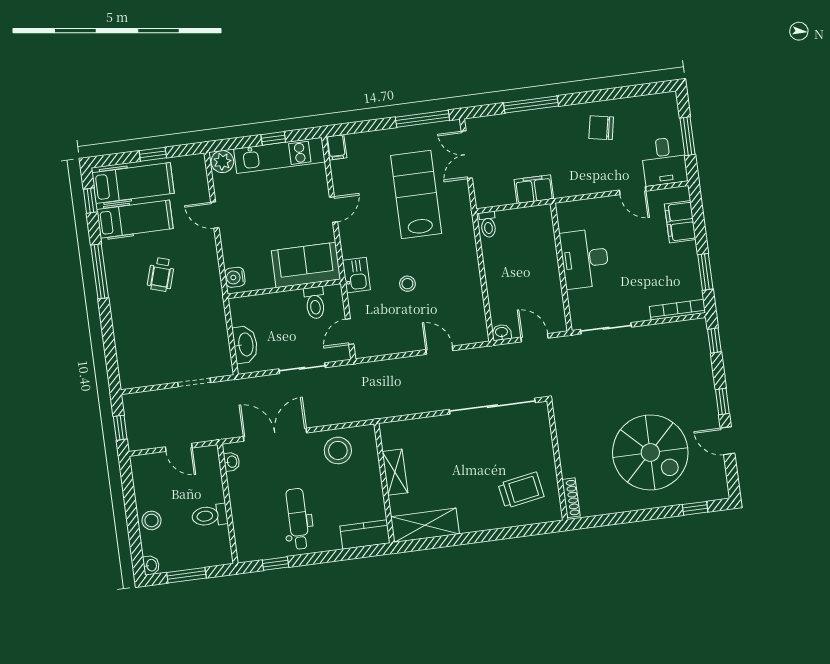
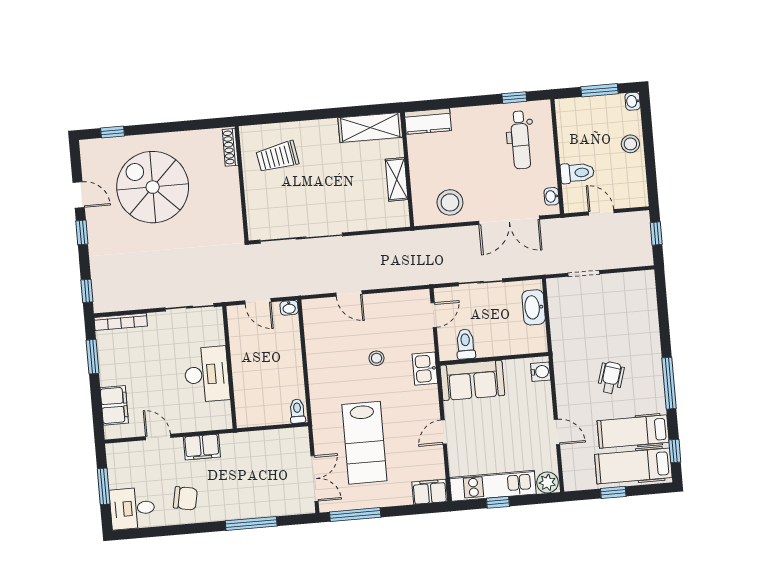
filing cabinet: (336, 147) -> (430, 492), width x2.00
desk: (664, 161) -> (132, 508), moved, turned -90
filing cabinet: (534, 189) -> (202, 447), moved
toilet: (210, 516) -> (577, 173), moved
dental chair: (298, 519) -> (520, 140), moved

